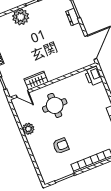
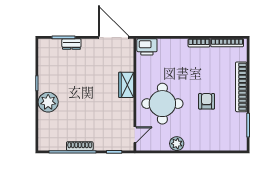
wardrobe: (36, 81) -> (126, 85), moved
round table: (55, 105) -> (162, 104), width x1.36, depth x1.36
armchair: (61, 146) -> (207, 101), moved

